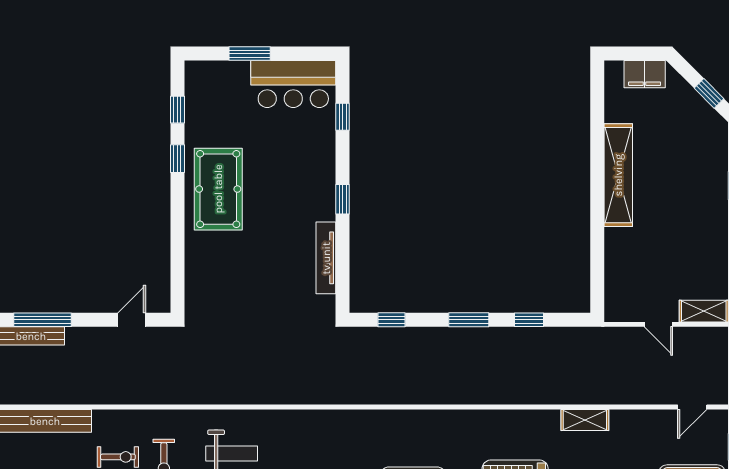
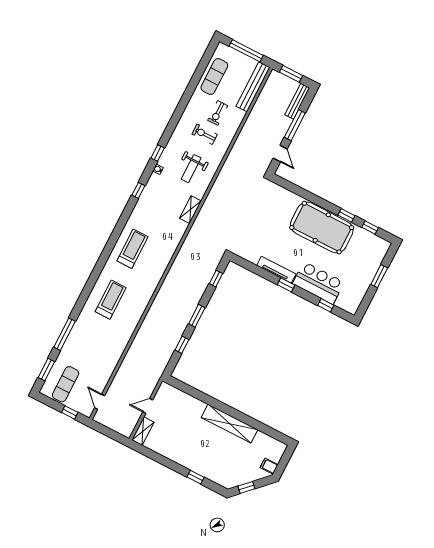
filing cabinet: (645, 74) -> (269, 466), width x0.50
bar counter: (293, 84) -> (318, 283), moved, turned 90
pool table: (218, 189) -> (322, 228), width x1.36, depth x1.32
tv unit: (326, 258) -> (276, 270), moved
window: (42, 320) -> (295, 125), moved
shelving: (585, 420) -> (190, 210), moved

